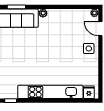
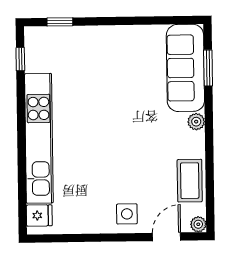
coffee table: (73, 17) -> (190, 181), added

